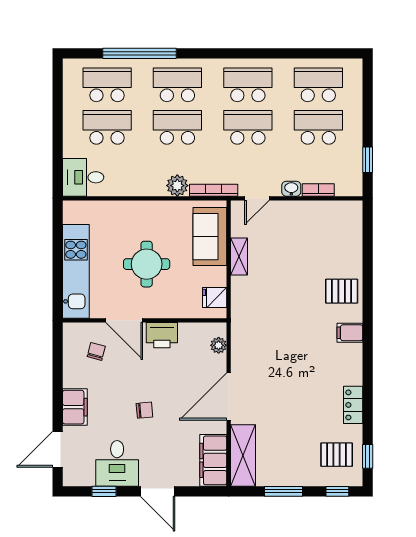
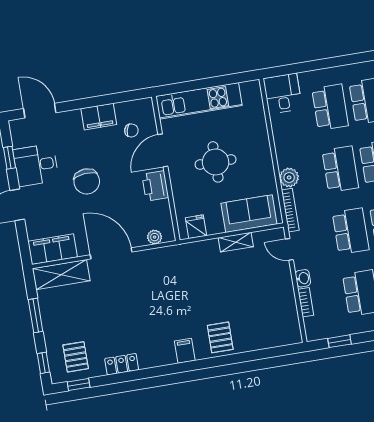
filing cabinet: (75, 407) -> (99, 117), moved
chair: (144, 410) -> (87, 181), width x1.87, depth x1.87

